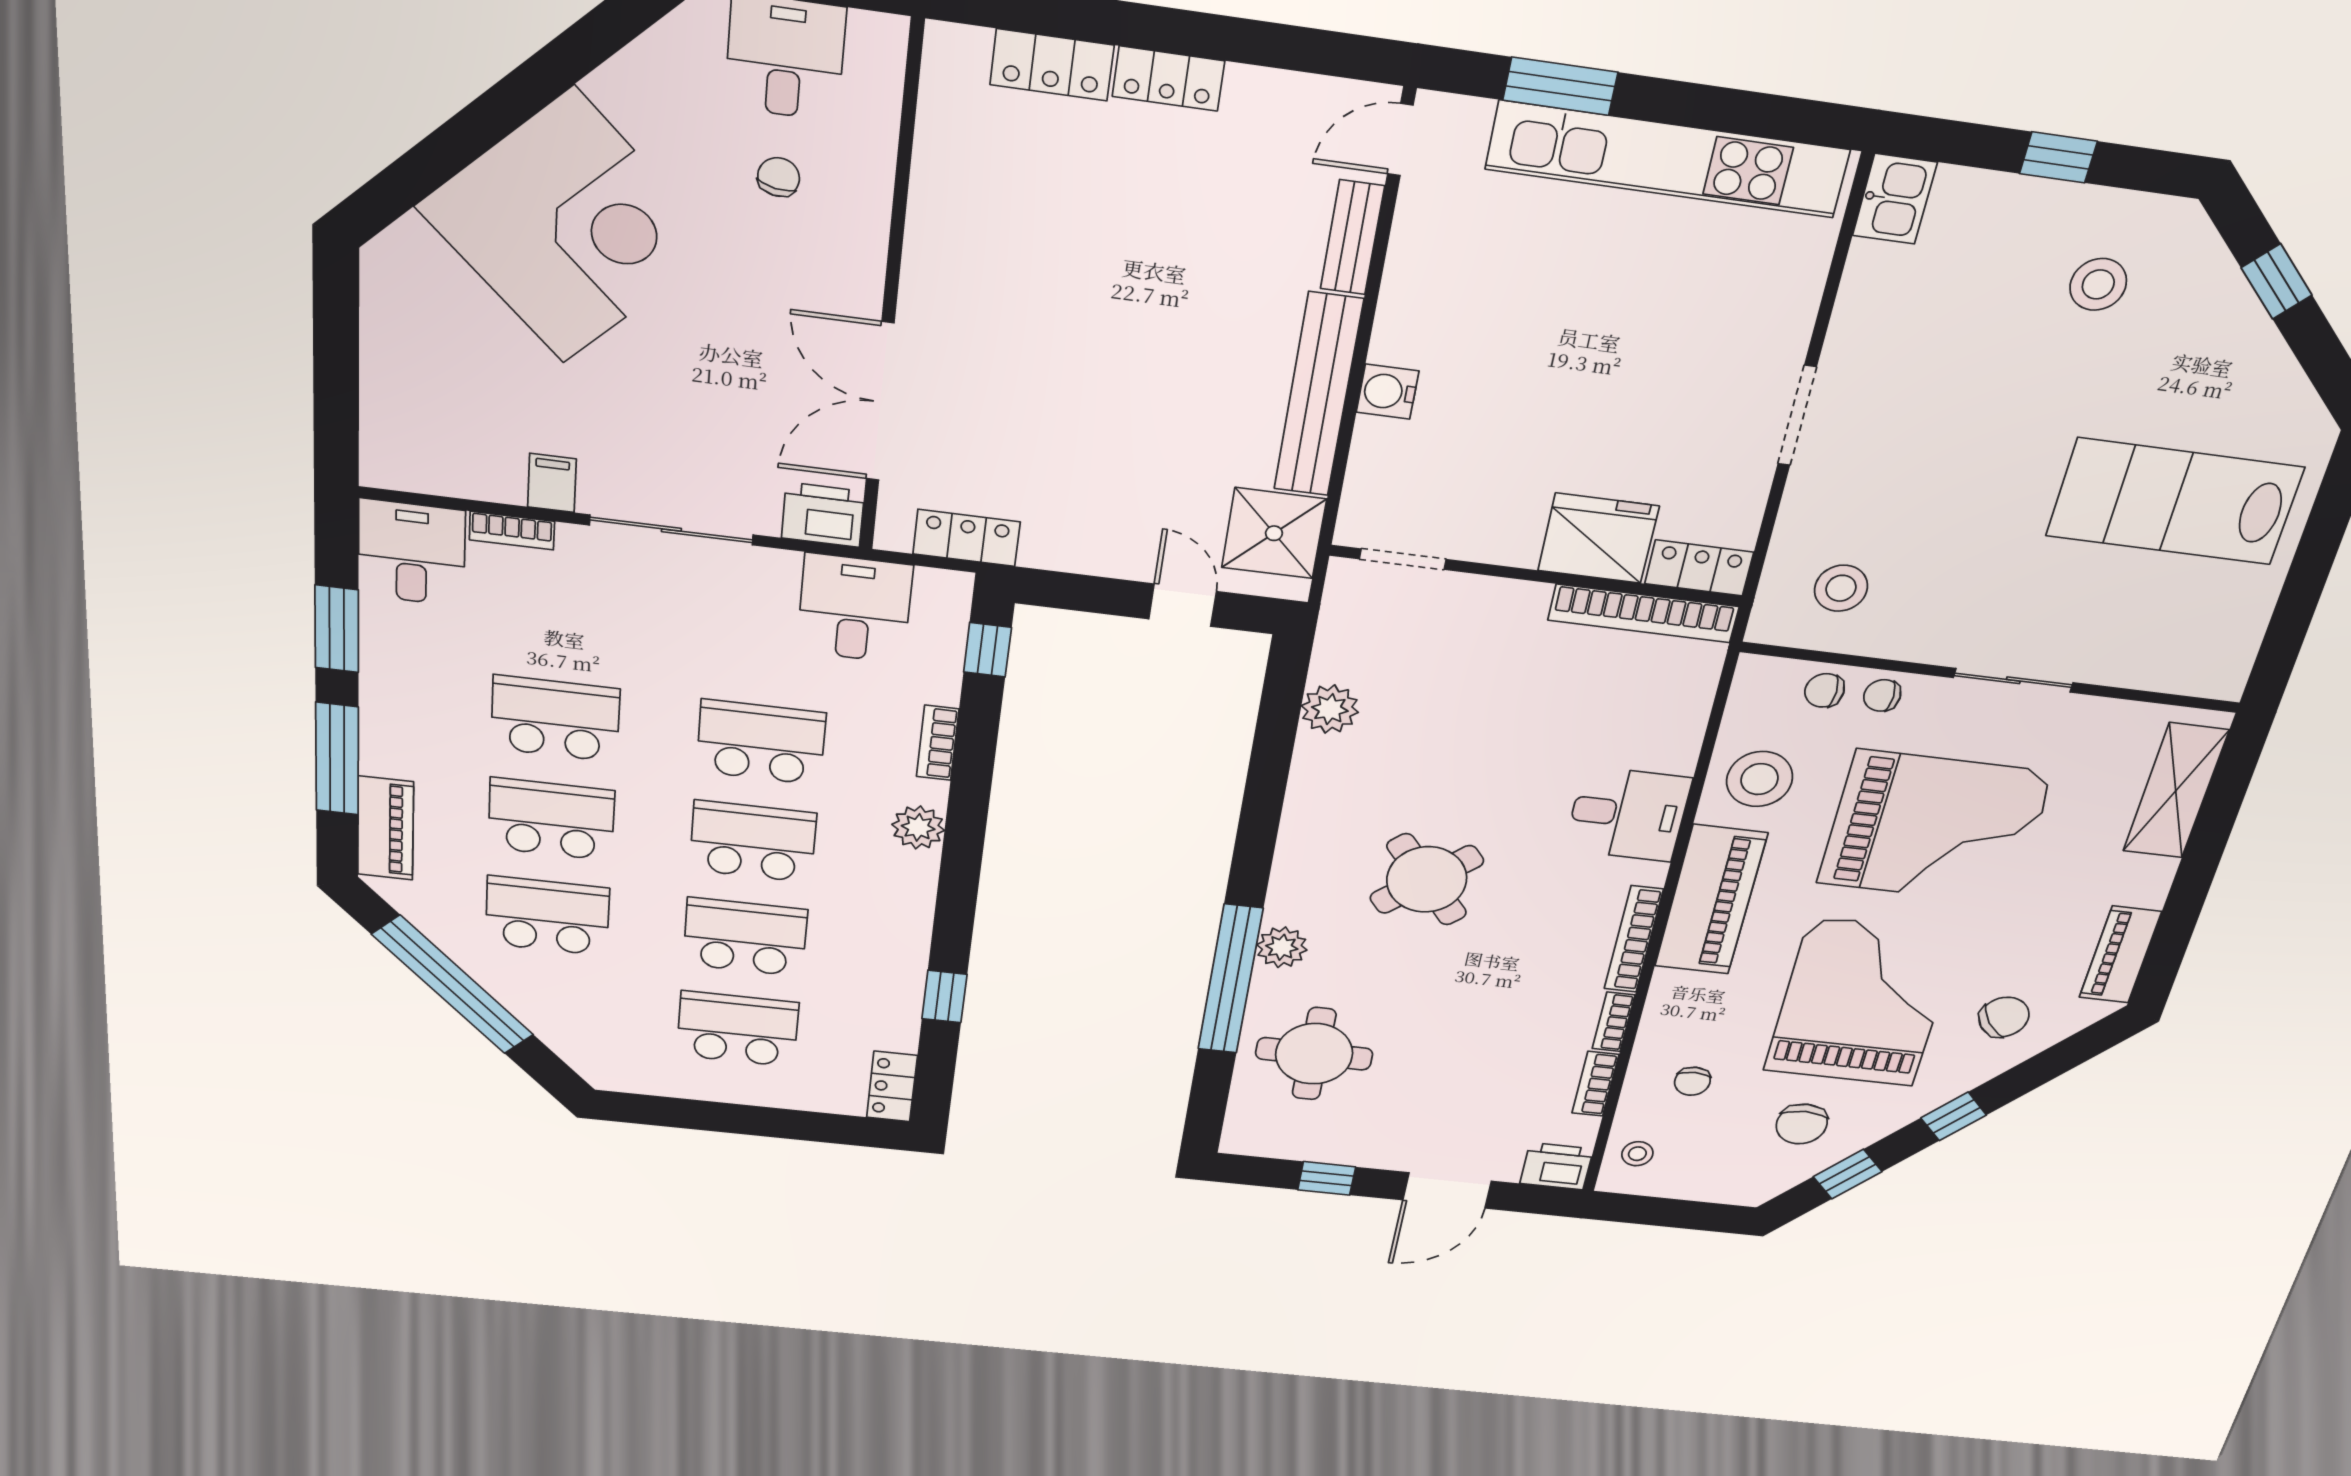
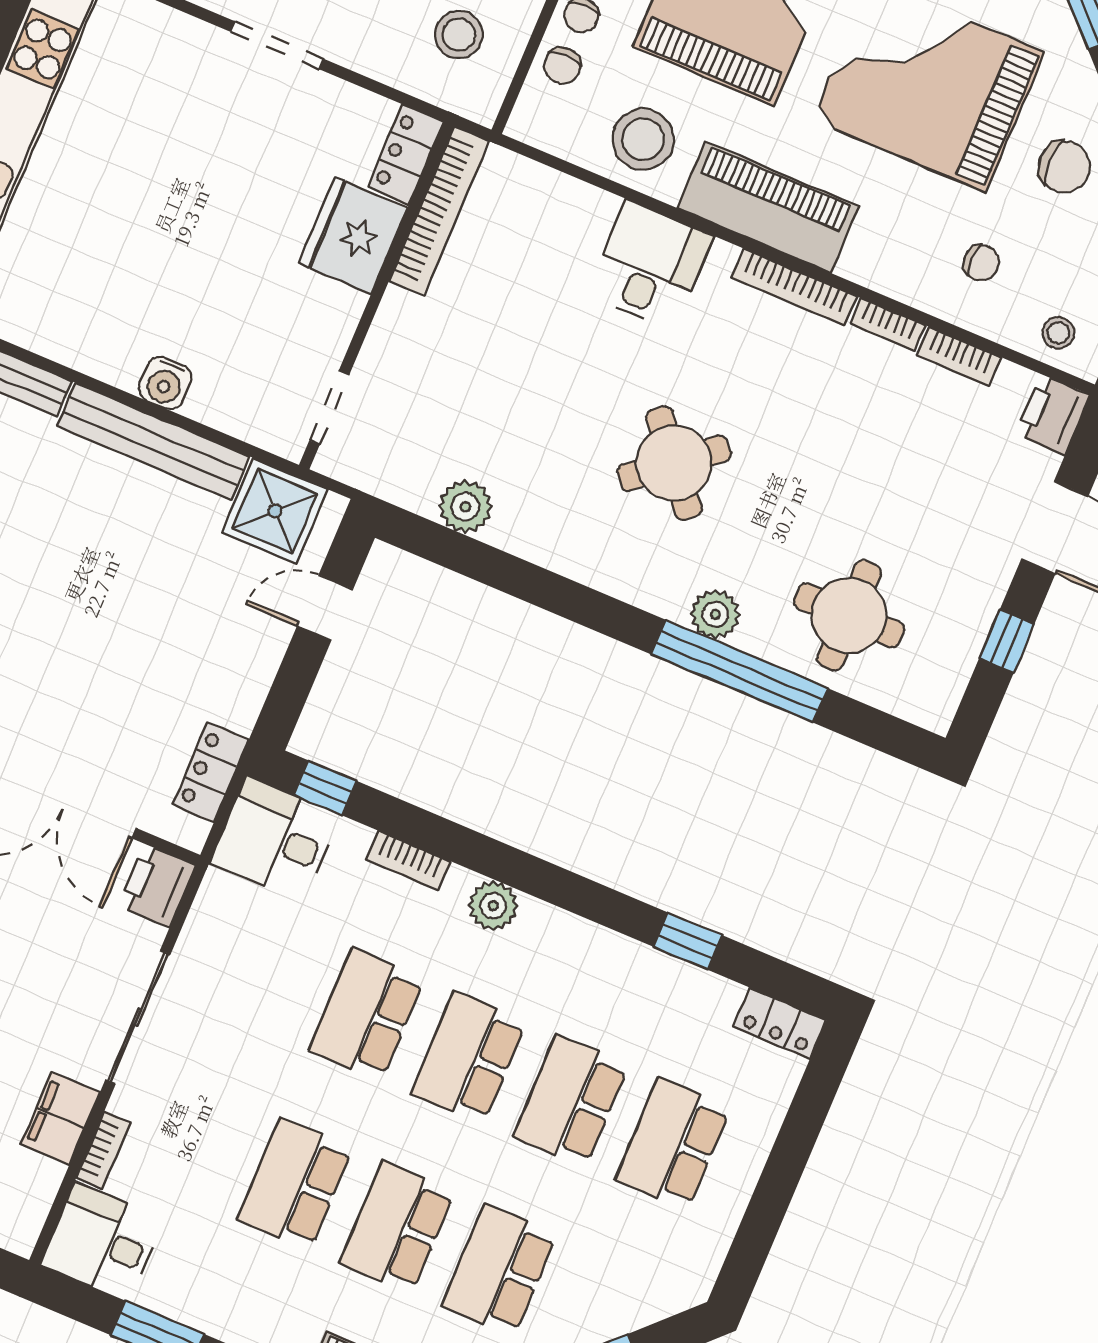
filing cabinet: (552, 483) -> (60, 1118), width x2.00
desk: (855, 608) -> (275, 839), moved

